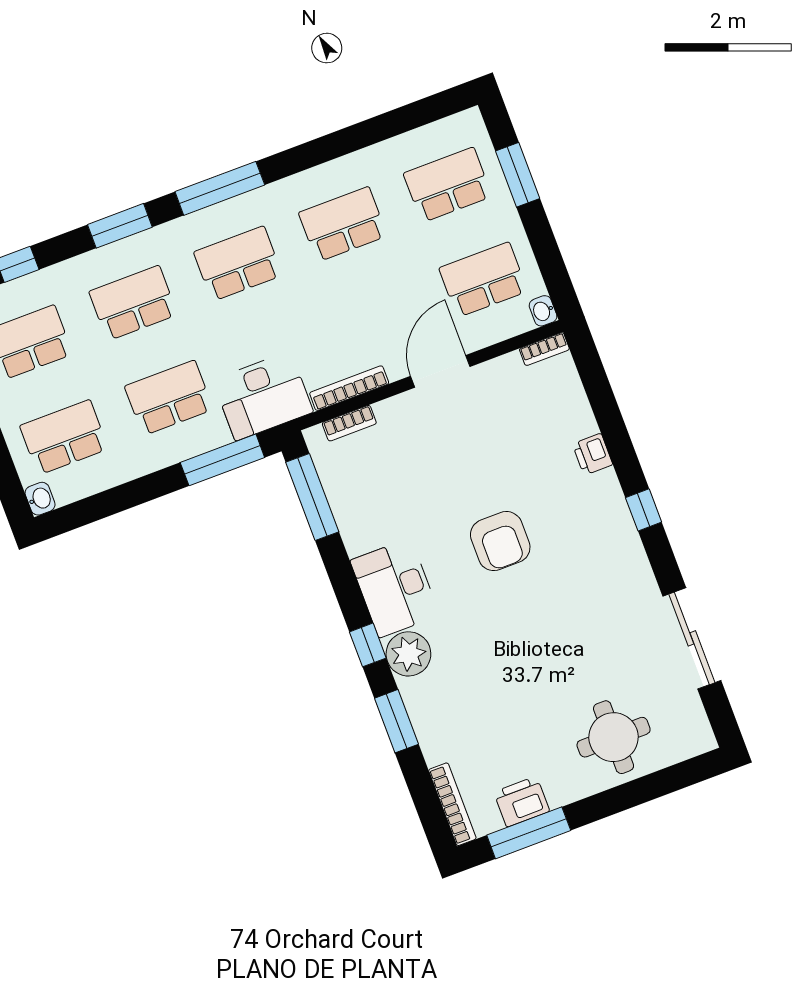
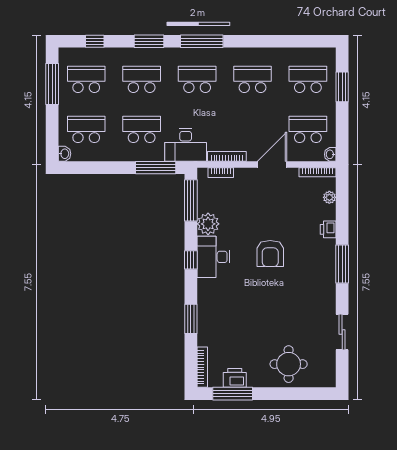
bookcase: (544, 349) -> (318, 172), width x1.56
plant: (572, 393) -> (329, 197), added
window: (644, 510) -> (342, 264), width x2.17
sliding door: (692, 638) -> (342, 332), width x0.73
window: (368, 645) -> (191, 260), moved
plant: (408, 654) -> (208, 224), moved

